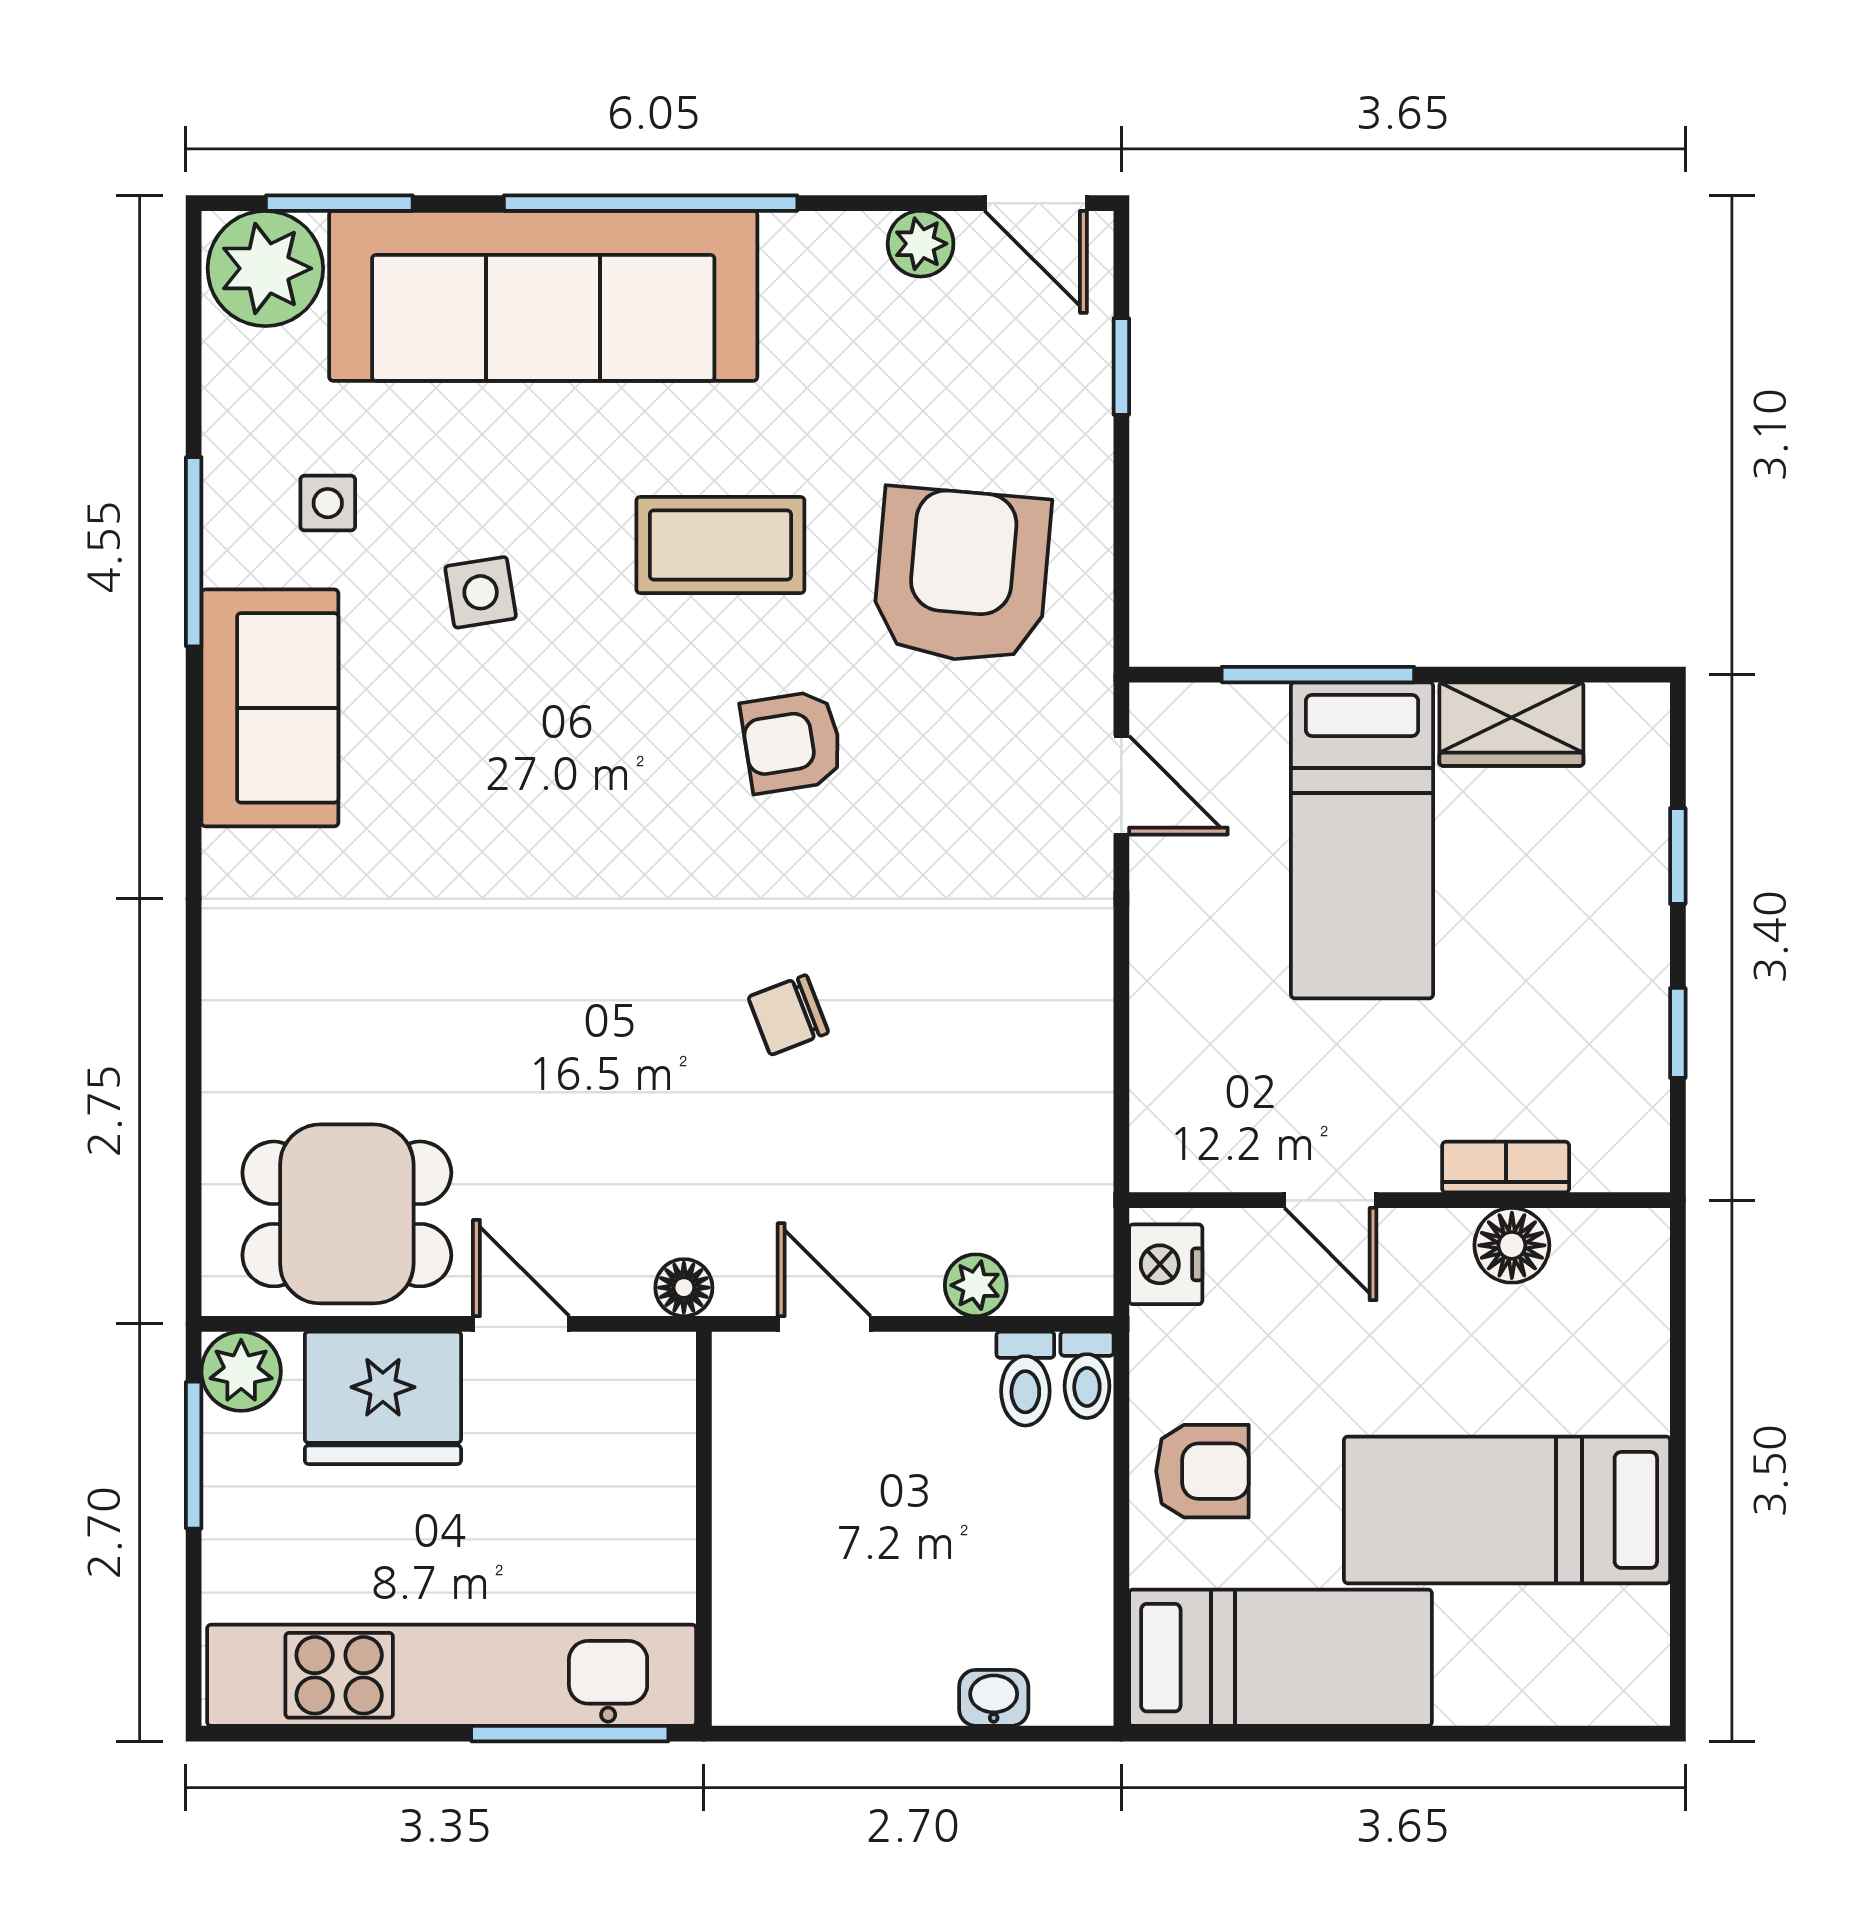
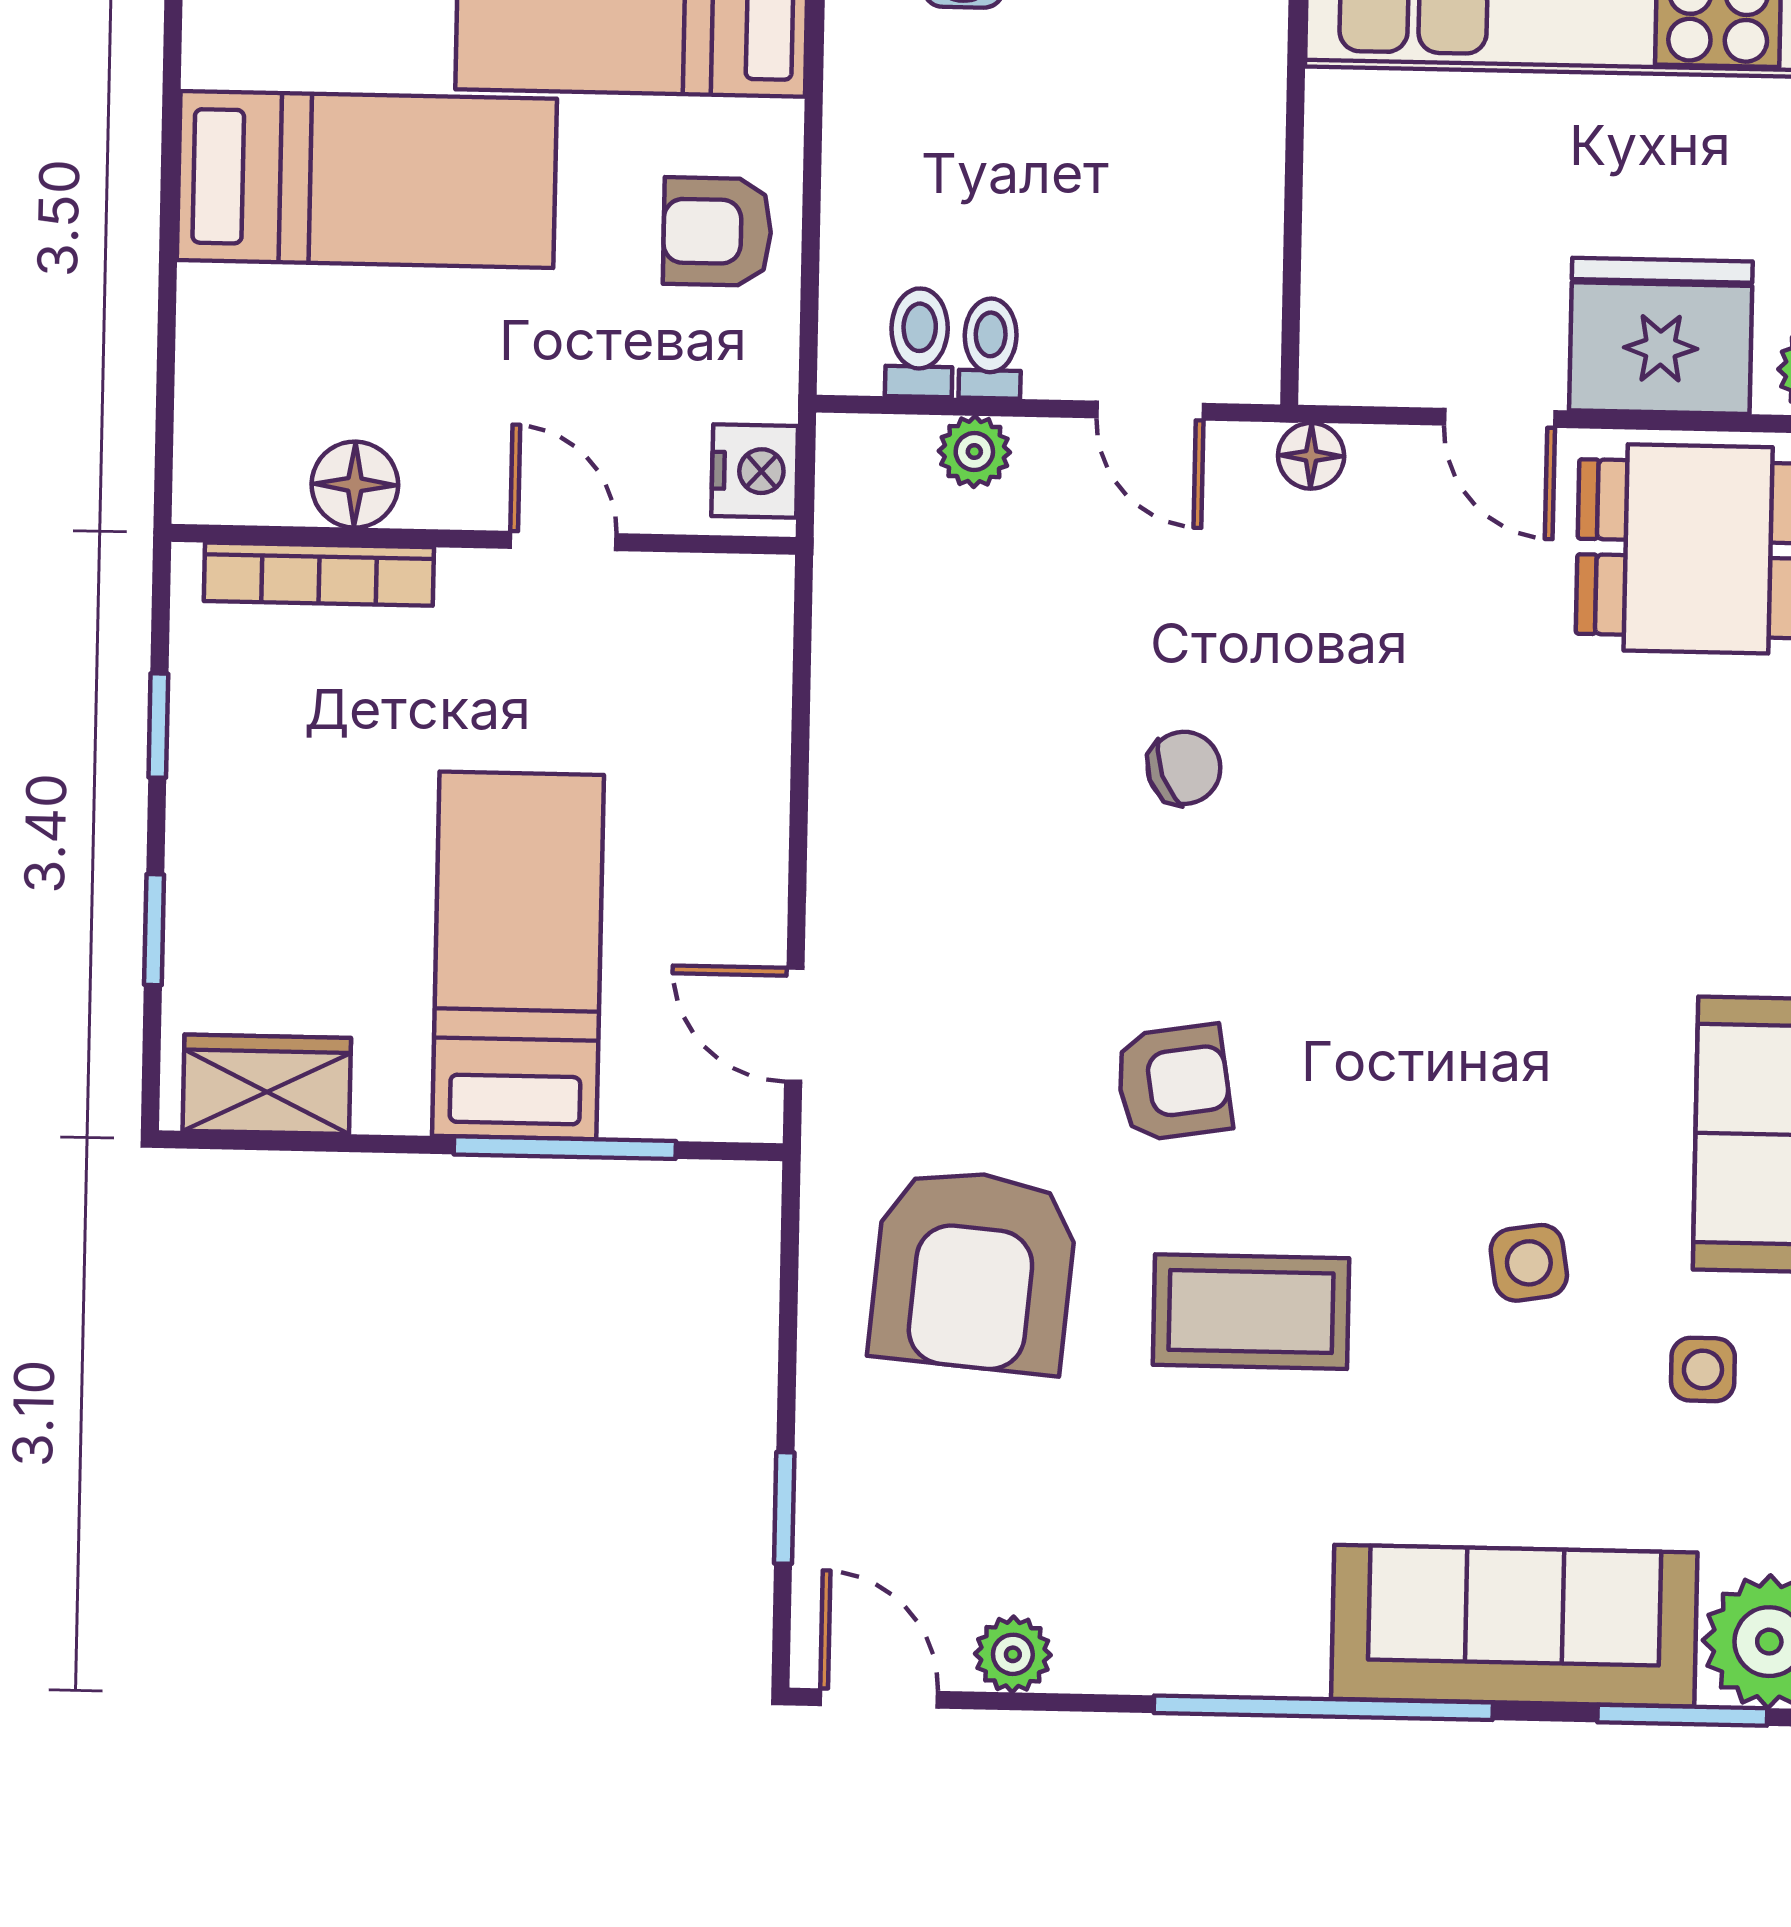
sofa: (543, 296) -> (1514, 1626), width x0.74, depth x0.79
wardrobe: (1511, 724) -> (267, 1084), moved
bookcase: (1506, 1167) -> (319, 574), width x1.56
toilet: (1087, 1375) -> (990, 348), moved

